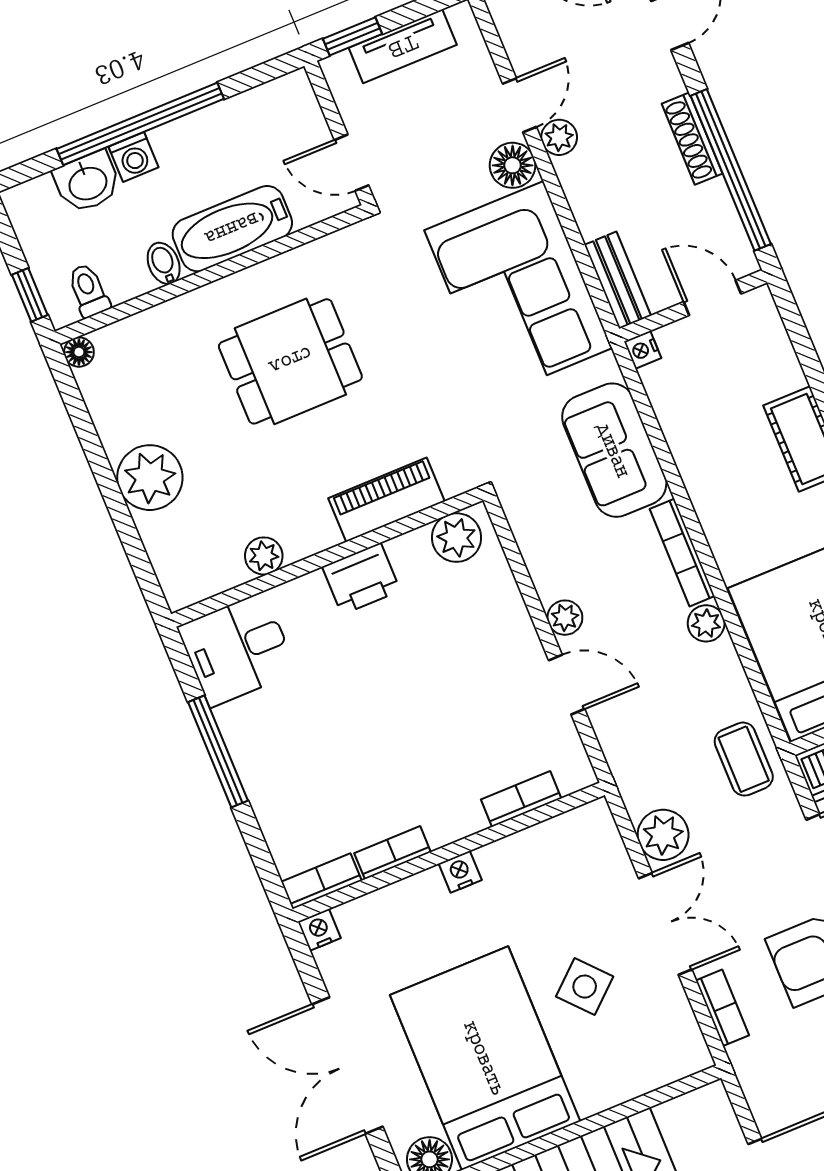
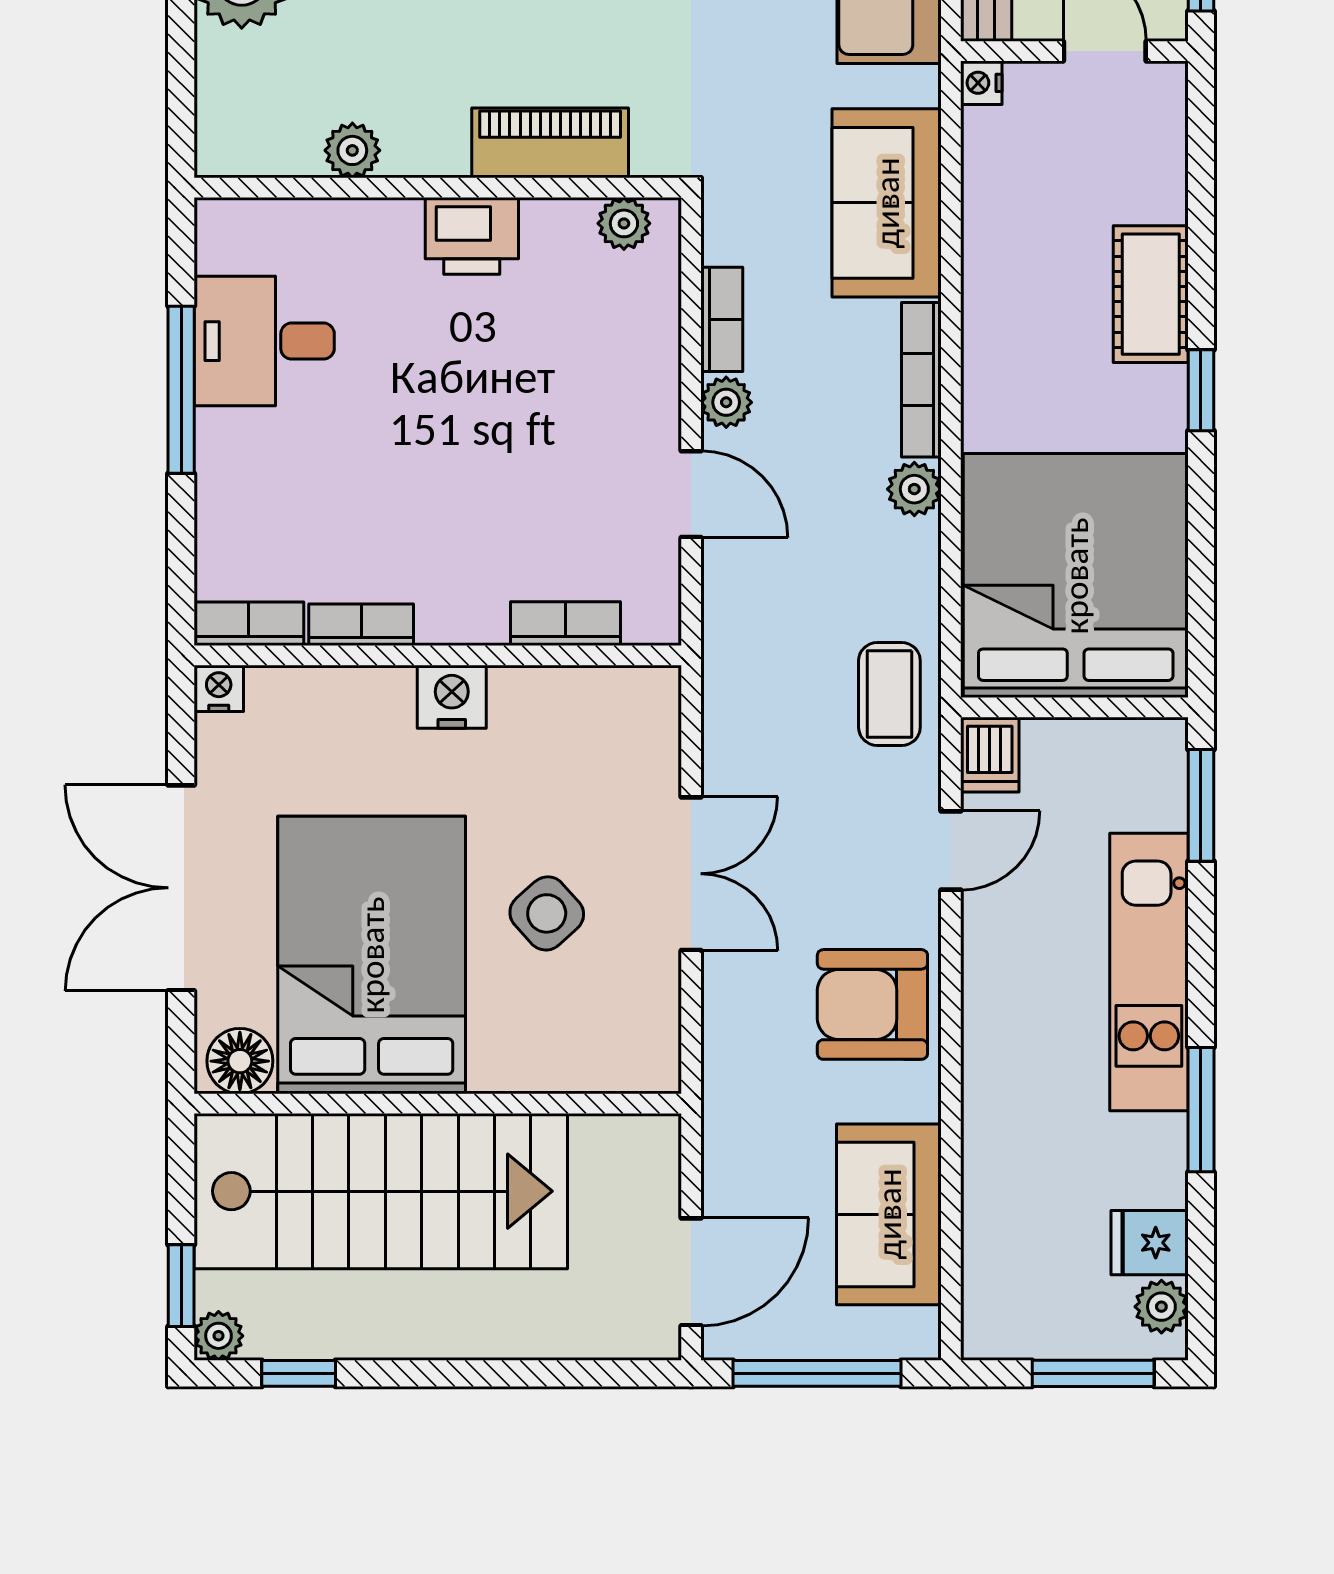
plant: (456, 538) -> (624, 223), width x0.73, depth x0.73
desk: (237, 649) -> (264, 341), moved
plant: (663, 835) -> (738, 752), removed
nightstand: (460, 872) -> (452, 697), width x1.39, depth x1.35
bookcase: (722, 1008) -> (722, 319), moved

